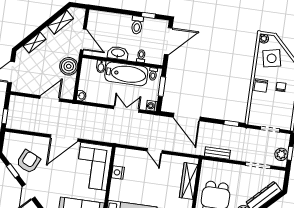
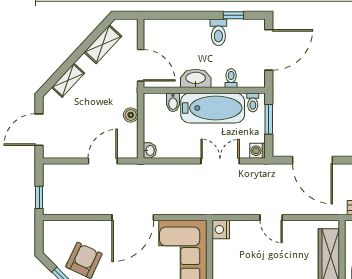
boiler: (69, 66) -> (131, 115), width x0.54, depth x0.54
nightstand: (118, 172) -> (221, 230), moved

